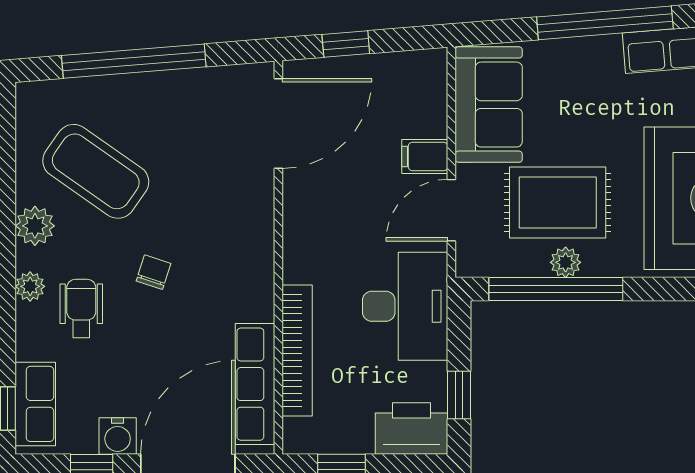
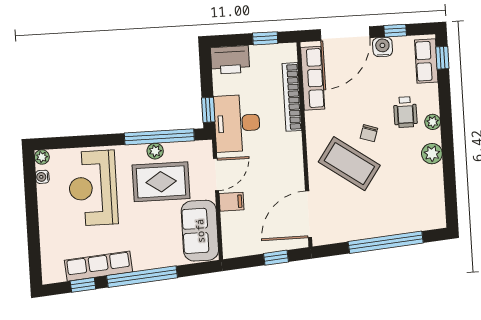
coffee table: (96, 171) -> (349, 164), moved
window: (459, 395) -> (208, 110), moved

